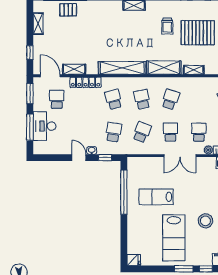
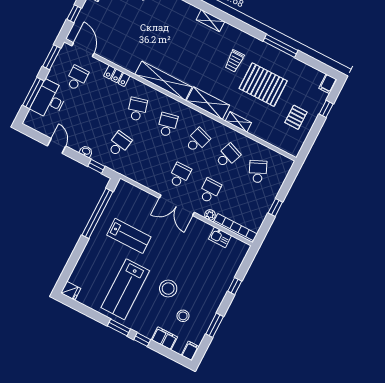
shelving: (74, 69) -> (112, 56), removed
locker: (86, 82) -> (117, 76), width x0.66
school desk: (142, 132) -> (228, 156), moved
door: (79, 158) -> (57, 146), moved
lab bench: (156, 197) -> (129, 236), turned 180

